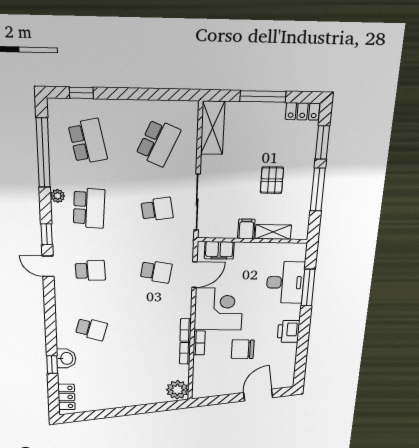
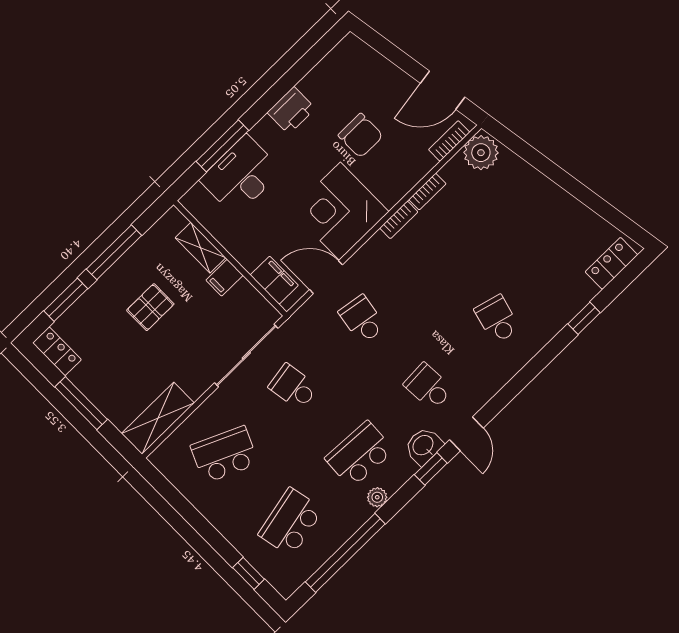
bookcase: (199, 343) -> (449, 141), moved
washbasin: (66, 358) -> (424, 446), moved
door: (258, 395) -> (443, 90), moved

